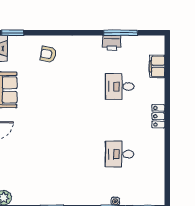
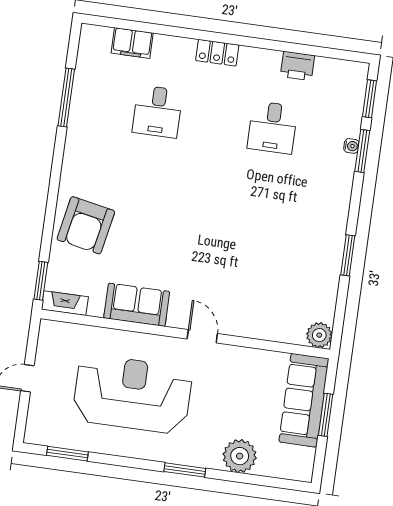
printer: (112, 43) -> (298, 66), moved, turned 90
armchair: (48, 54) -> (86, 225), width x1.88, depth x1.88

